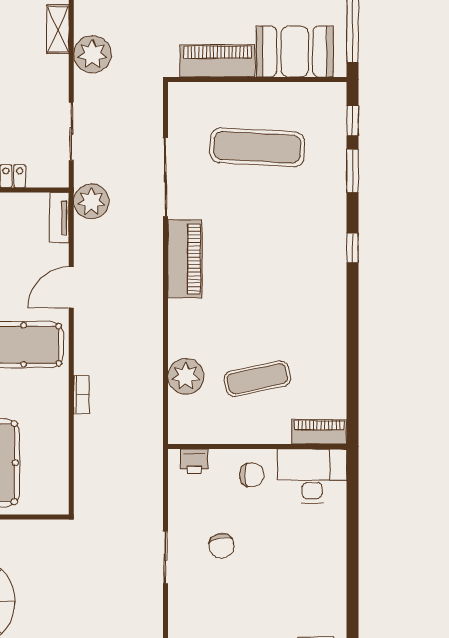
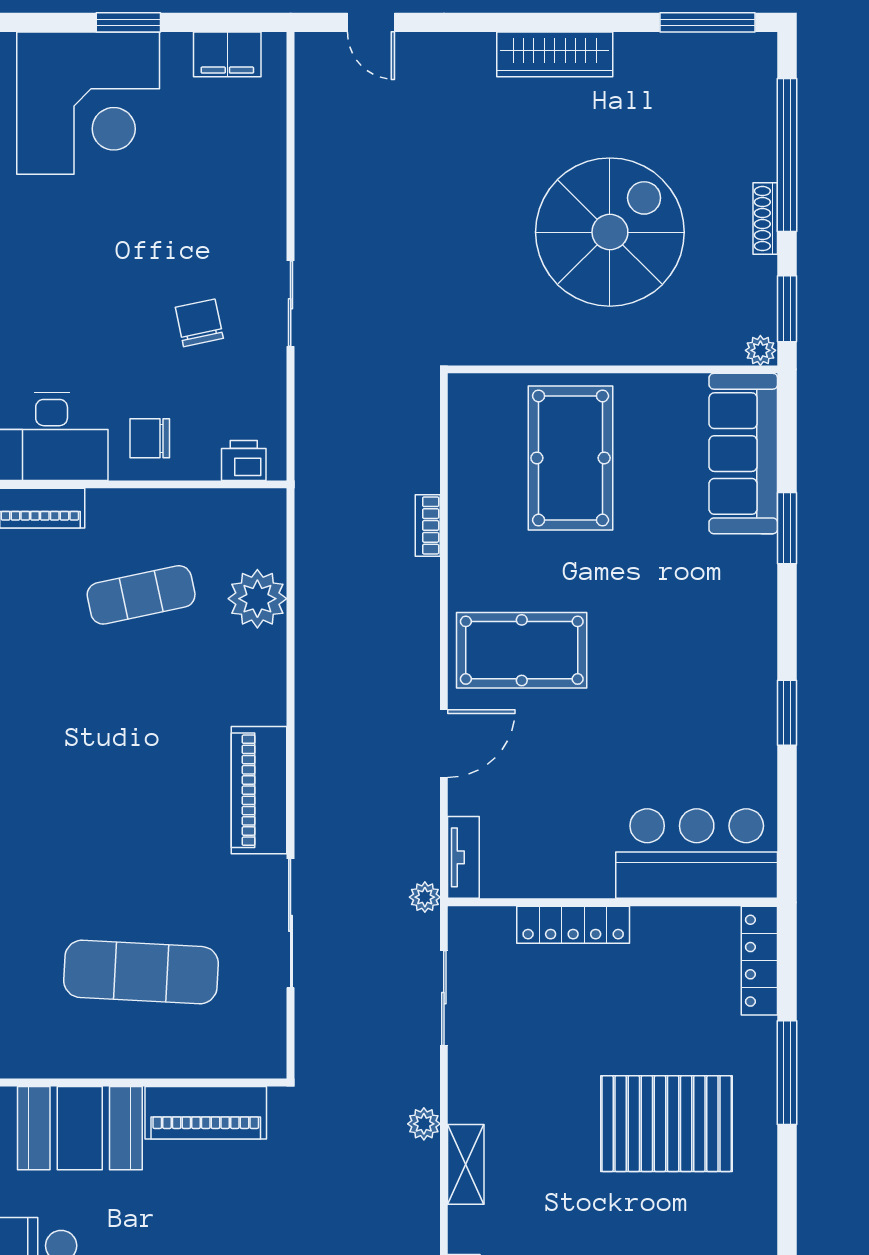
plant: (92, 54) -> (424, 1124), width x0.53, depth x0.53
plant: (91, 201) -> (425, 897), width x0.53, depth x0.53
bookcase: (81, 395) -> (428, 525), moved

